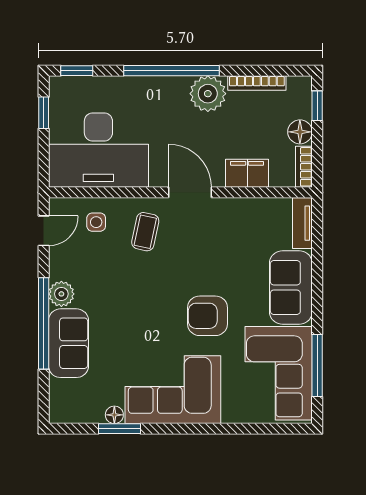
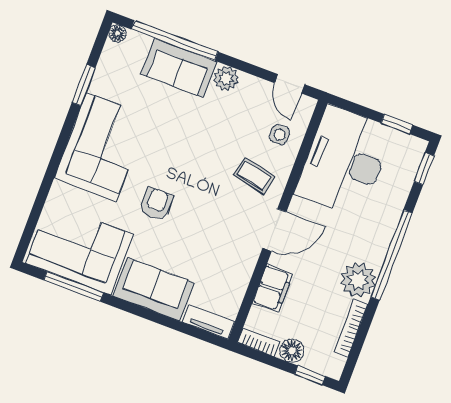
armchair: (208, 316) -> (156, 204), width x0.72, depth x0.72
window: (44, 323) -> (175, 40), moved
floor lamp: (114, 415) -> (117, 33), moved

